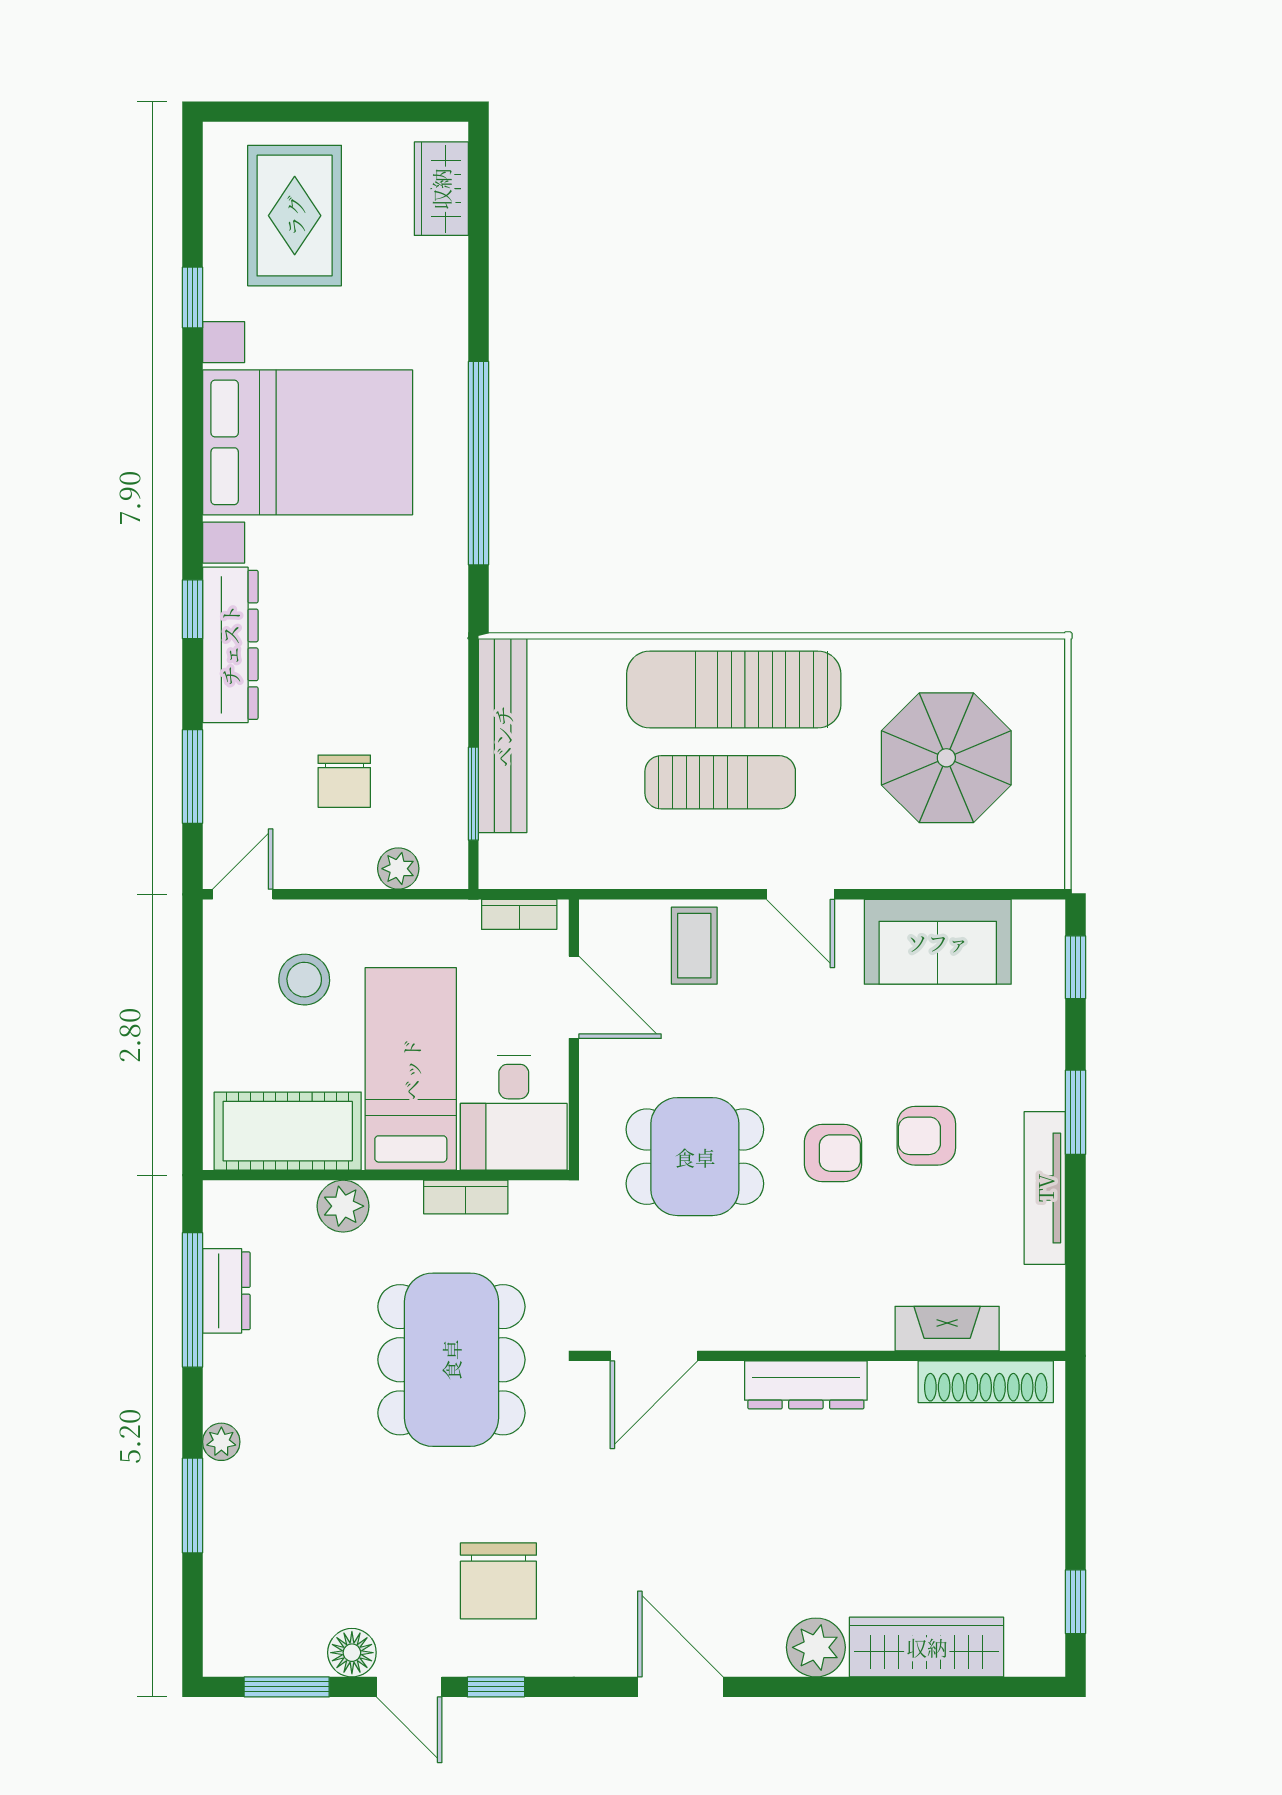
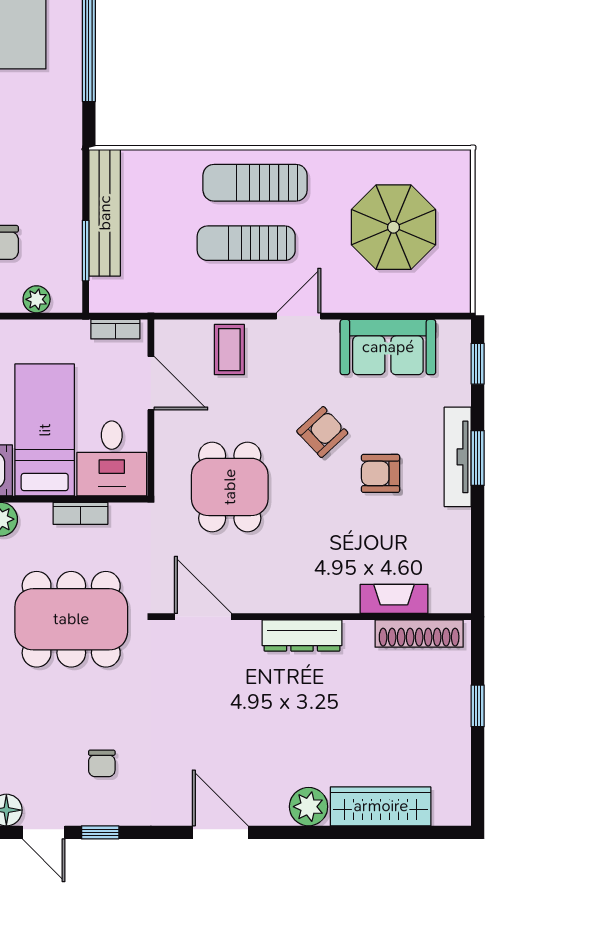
sun lounger: (734, 689) -> (255, 183), width x0.73, depth x0.75
sun lounger: (720, 782) -> (246, 243), turned 180
door: (801, 894) -> (299, 316), swing flipped
armchair: (833, 1153) -> (322, 432), moved, turned -43
dining table: (695, 1157) -> (230, 487), turned 90
tv unit: (1045, 1188) -> (458, 457), moved
door: (654, 1356) -> (203, 617), swing flipped
dining table: (451, 1360) -> (71, 619), turned 90
chair: (498, 1581) -> (102, 763), width x0.54, depth x0.54
window: (1075, 1602) -> (478, 706), moved

